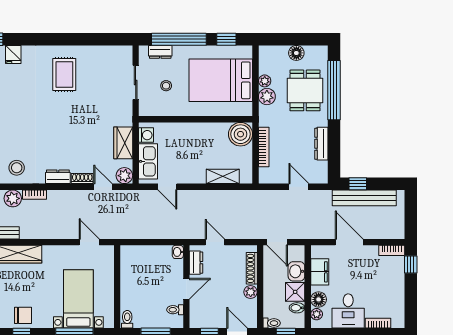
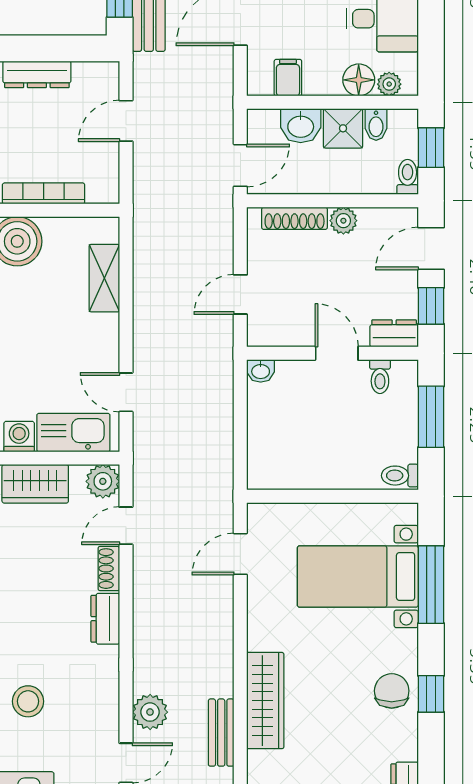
stool: (17, 168) -> (28, 701), moved
door: (167, 187) -> (126, 392), swing flipped
bookcase: (35, 195) -> (142, 667), removed
dresser: (196, 263) -> (394, 333), moved
filing cabinet: (320, 272) -> (288, 78), width x0.50

